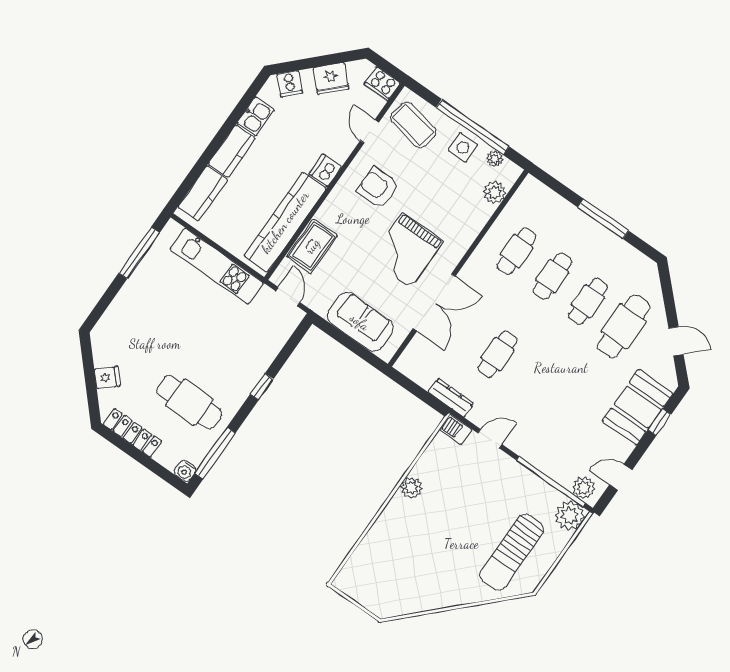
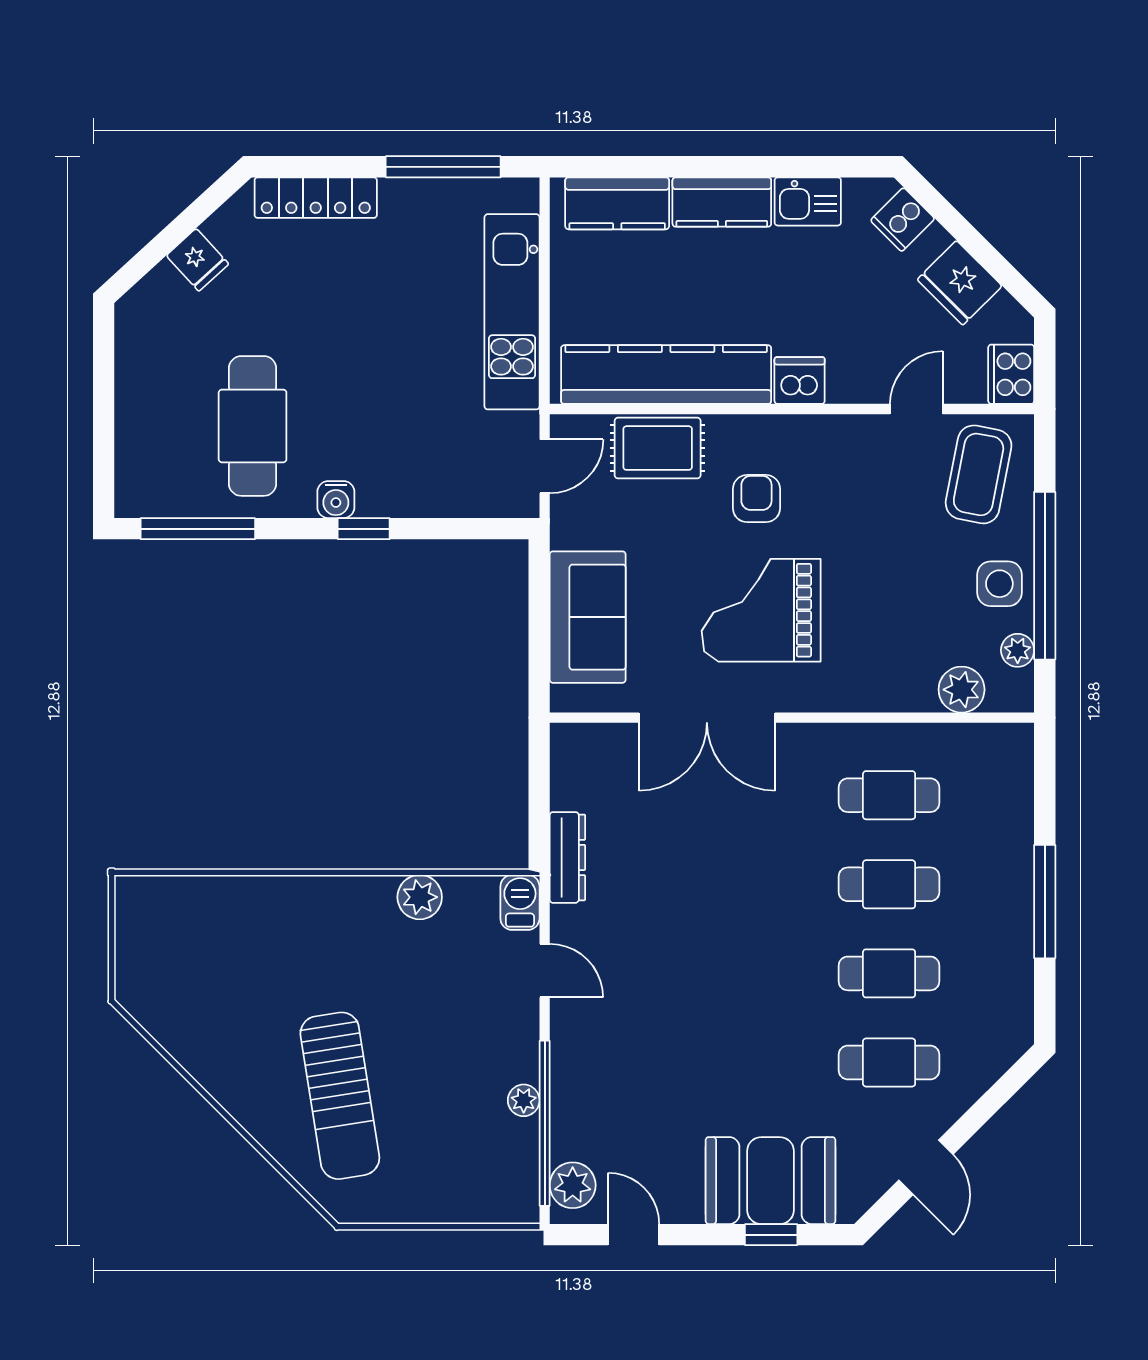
armchair: (378, 187) -> (756, 499), moved, width x0.72, depth x0.72
cafe table: (624, 326) -> (889, 1062), width x0.73, depth x0.74
cafe table: (498, 354) -> (695, 884), removed
locker: (132, 433) -> (316, 198), moved, turned 90
water cooler: (185, 471) -> (336, 500), moved, turned -90
plant: (411, 488) -> (420, 897), moved
plant: (570, 516) -> (524, 1100), moved, width x0.53, depth x0.53
sun lounger: (512, 552) -> (340, 1096), moved, turned -99

